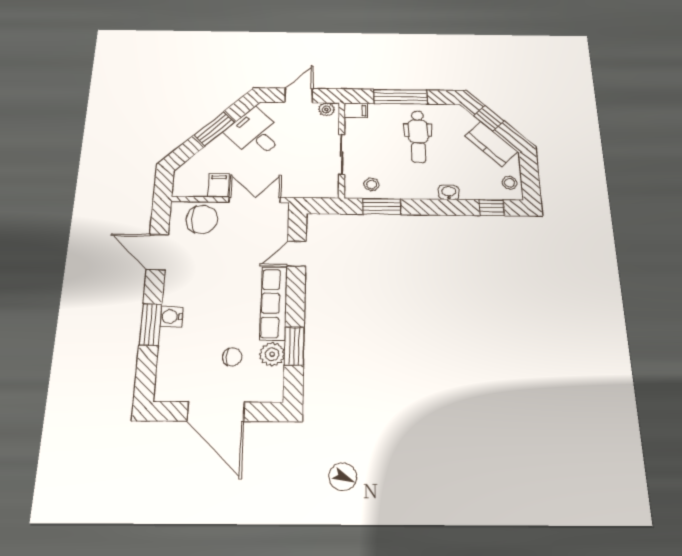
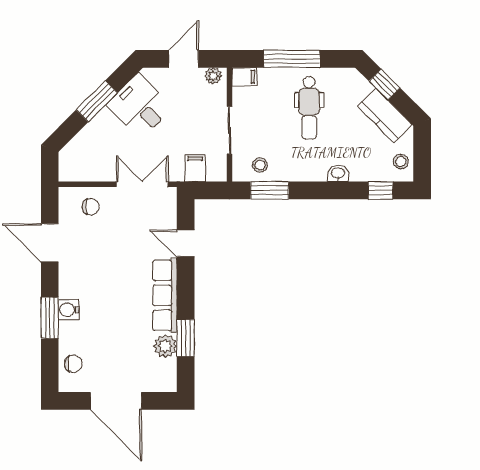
filing cabinet: (219, 185) -> (195, 168), moved
chair: (202, 219) -> (91, 207), width x0.54, depth x0.54
door: (297, 254) -> (186, 243), hinge flipped
chair: (232, 357) -> (73, 364), moved

